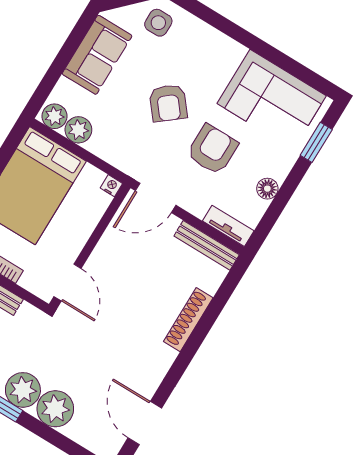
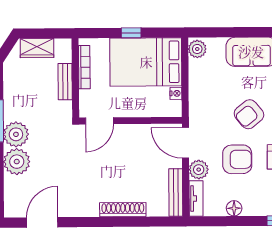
plant: (78, 130) -> (199, 170), moved
nightstand: (111, 186) -> (176, 93), moved

